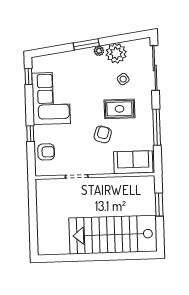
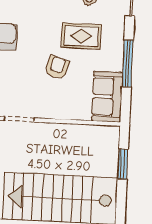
sofa: (133, 162) -> (107, 97), moved, turned -90

